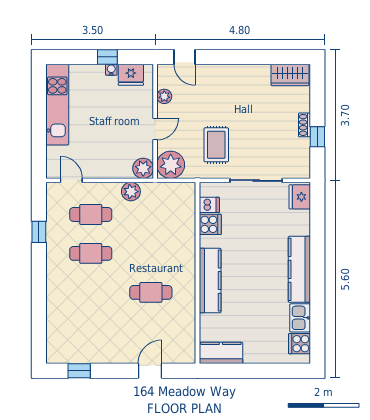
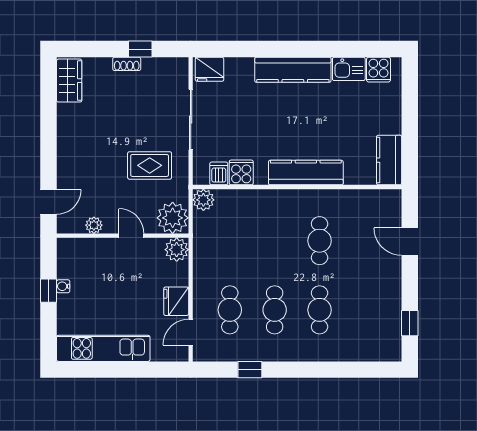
fridge: (131, 75) -> (176, 301), moved, turned 180
plant: (131, 192) -> (203, 200), moved
cafe table: (91, 292) -> (320, 310), added

